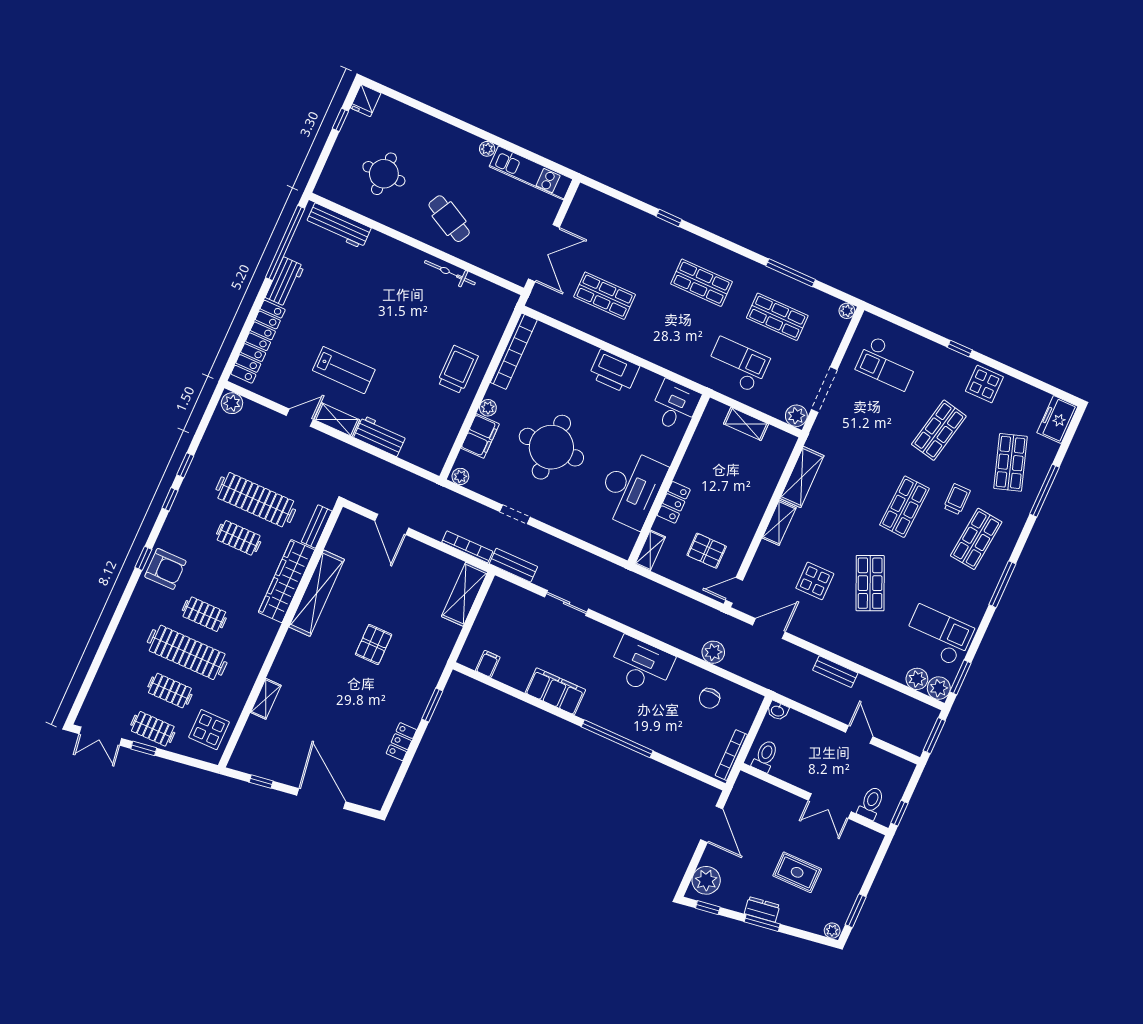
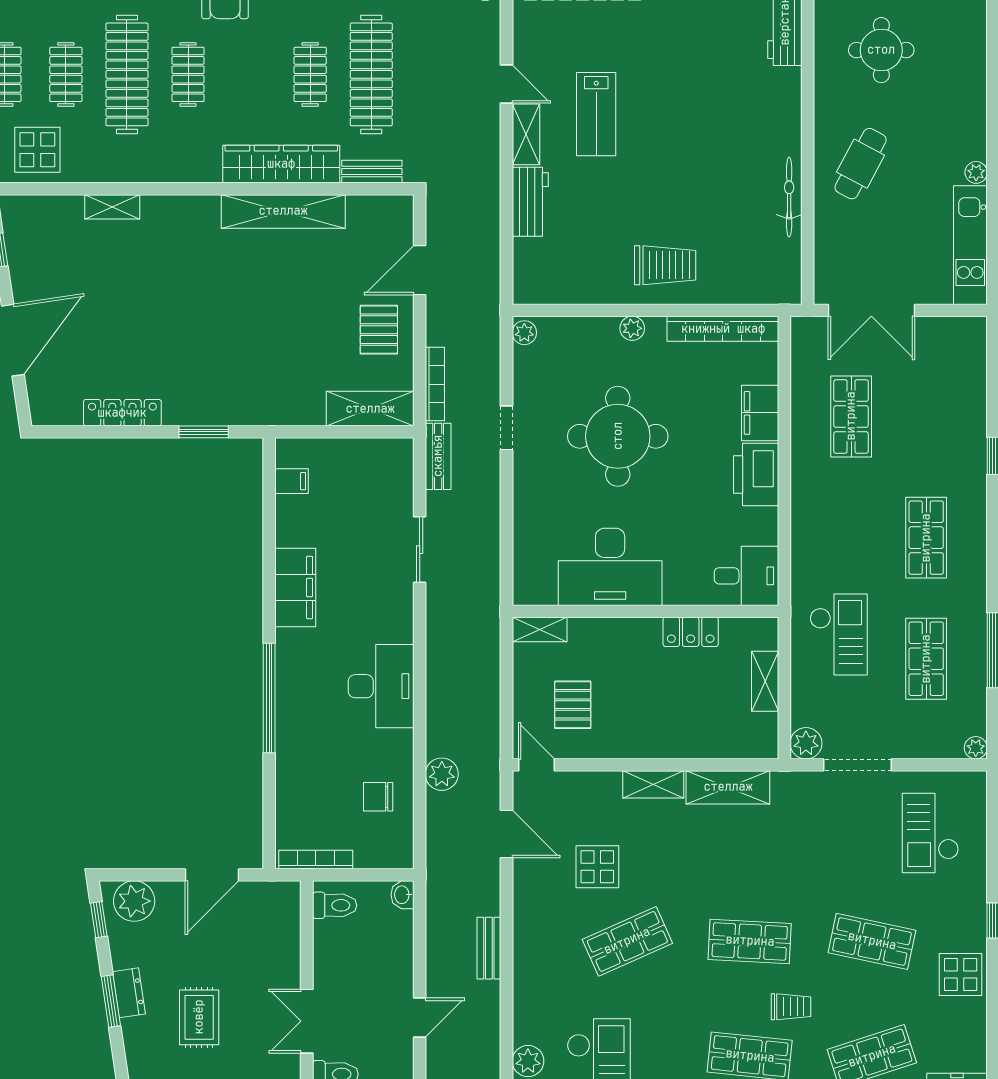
filing cabinet: (480, 436) -> (760, 413), moved, turned 90
locker: (674, 502) -> (691, 632), moved
pallet: (374, 644) -> (379, 330), moved, turned 90
locker: (401, 742) -> (122, 413), width x1.53

